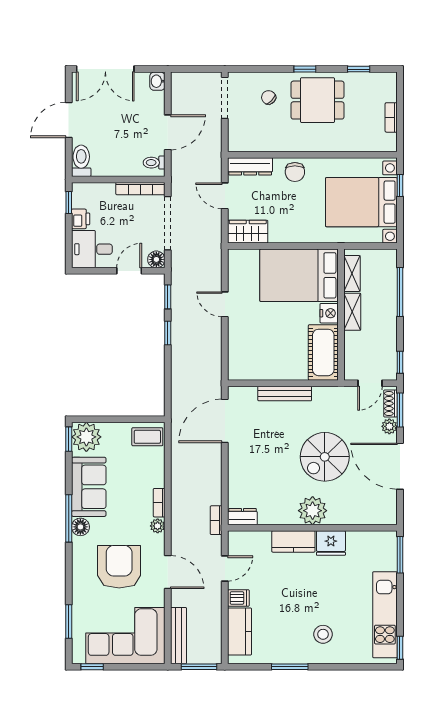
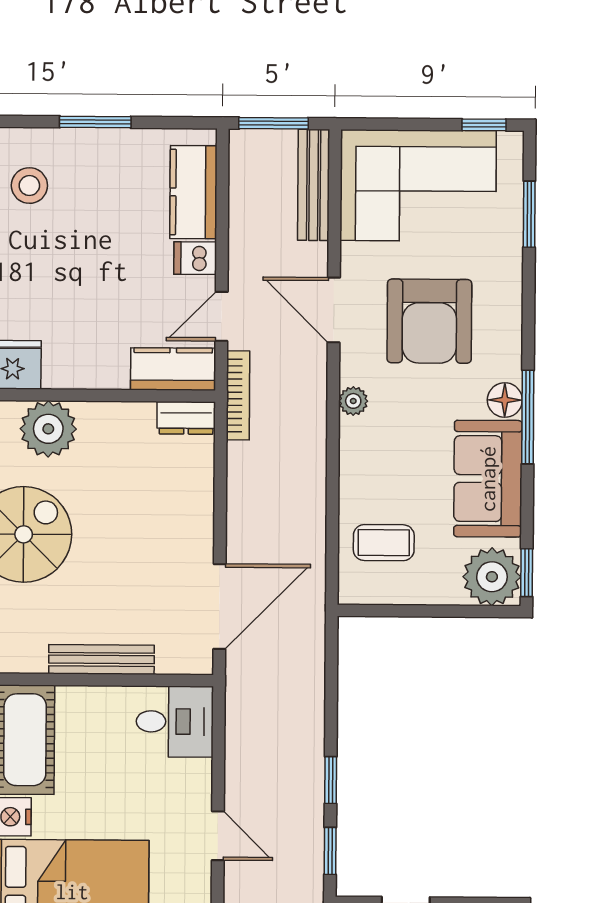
desk: (247, 362) -> (175, 722), added
coffee table: (147, 437) -> (384, 543), moved
bookcase: (159, 503) -> (350, 447), removed
bookcase: (216, 520) -> (238, 395), width x1.56
kitchen counter: (293, 541) -> (173, 369), moved

